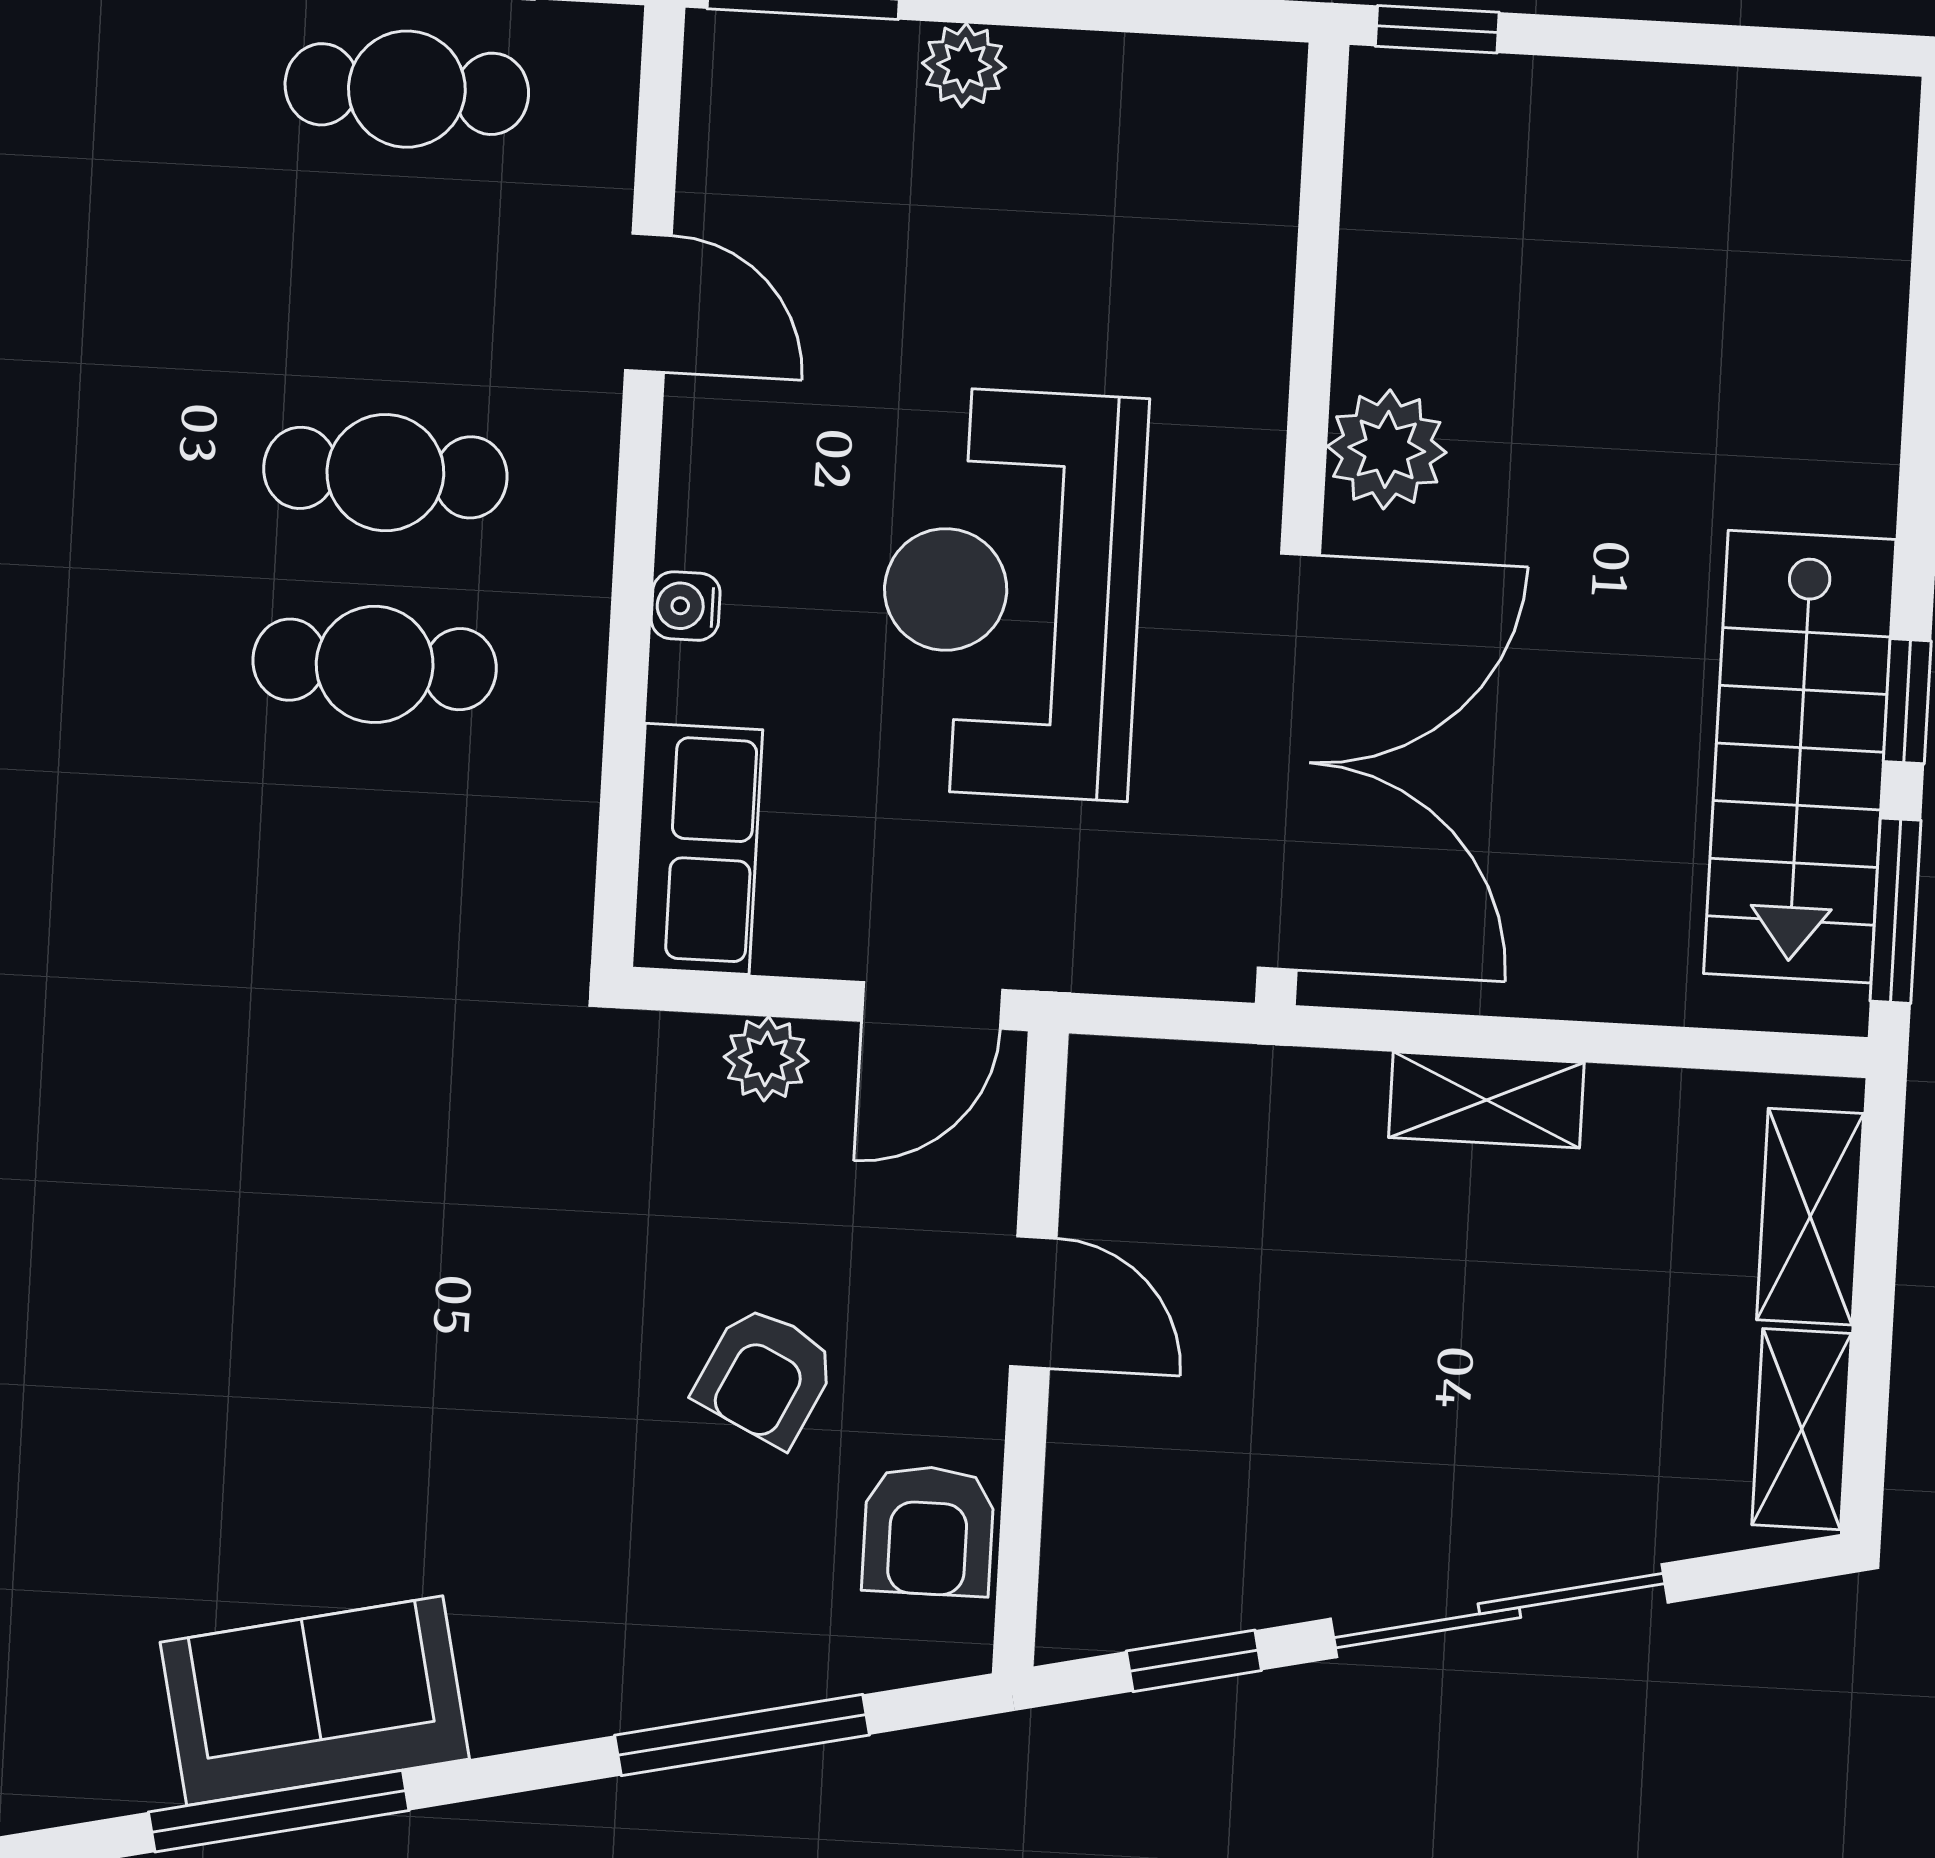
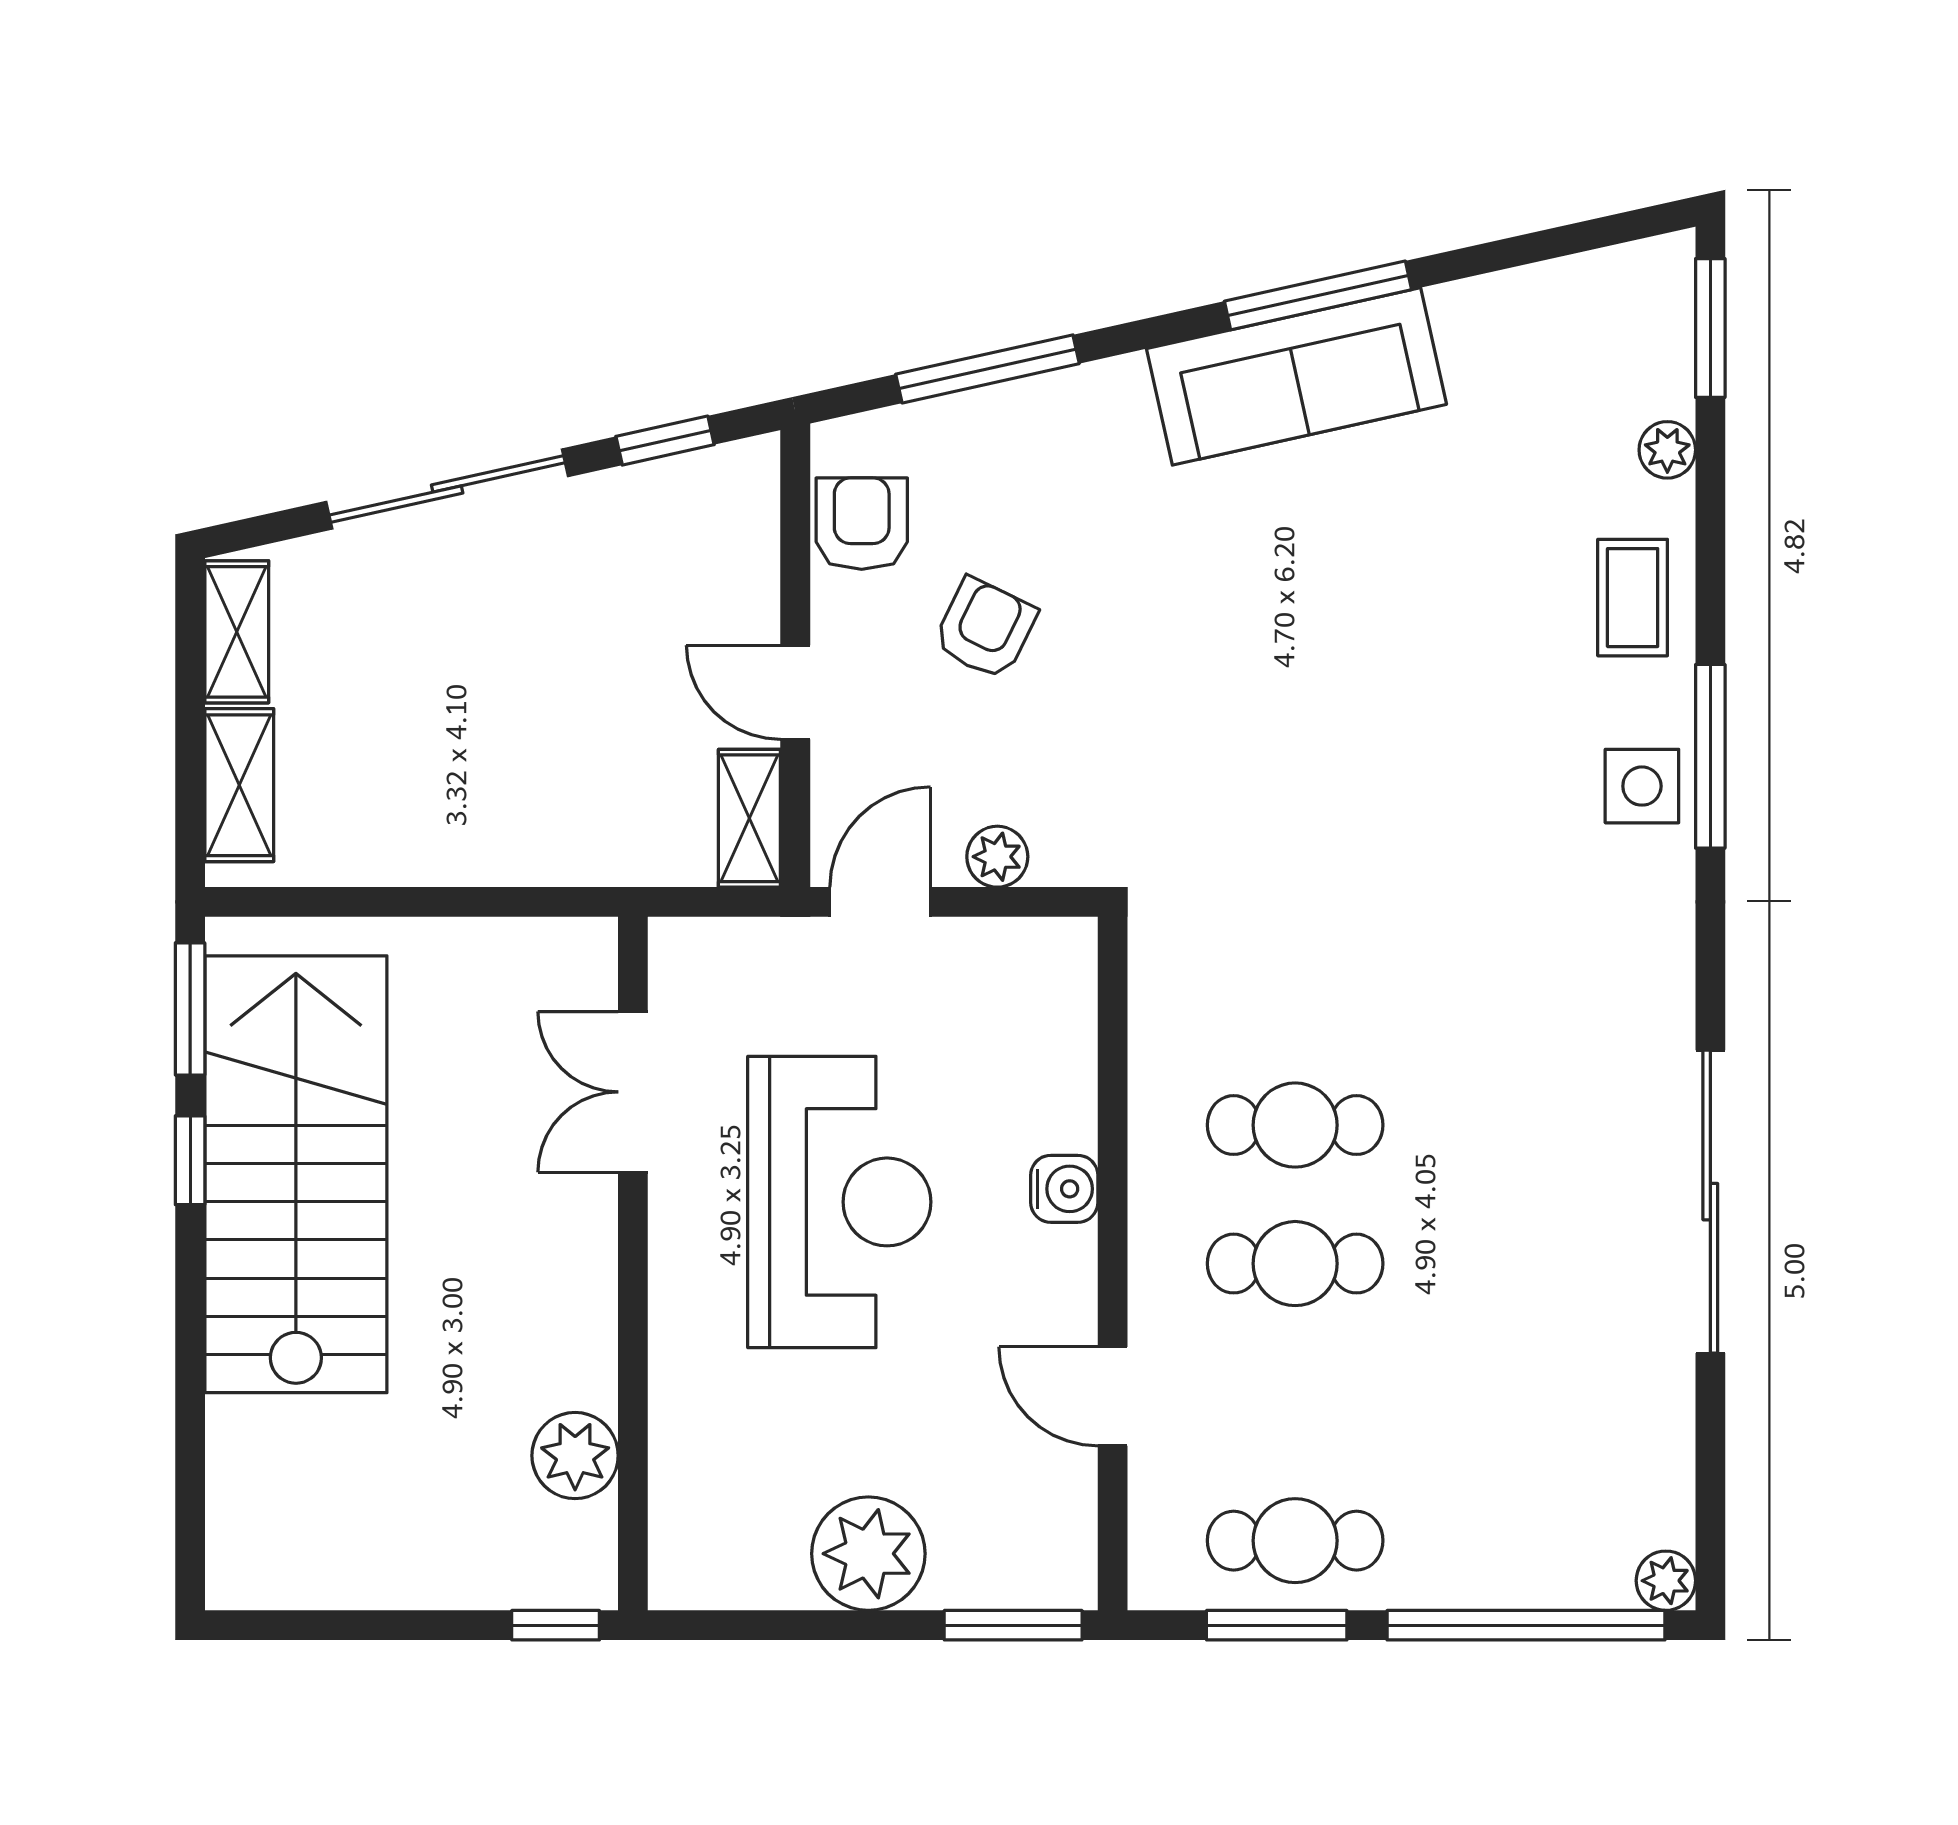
plant: (964, 65) -> (868, 1554), width x1.88, depth x1.88
plant: (1387, 449) -> (575, 1456), moved
water cooler: (686, 606) -> (1064, 1189), width x1.38, depth x1.38
stairs: (1800, 757) -> (296, 1174), width x1.36, depth x1.51
double door: (1289, 762) -> (633, 1092), width x0.54
row of seats: (697, 849) -> (1055, 1005), removed
shelving: (1486, 1100) -> (749, 818), moved, turned 90
sofa: (315, 1701) -> (1297, 376), width x1.36

